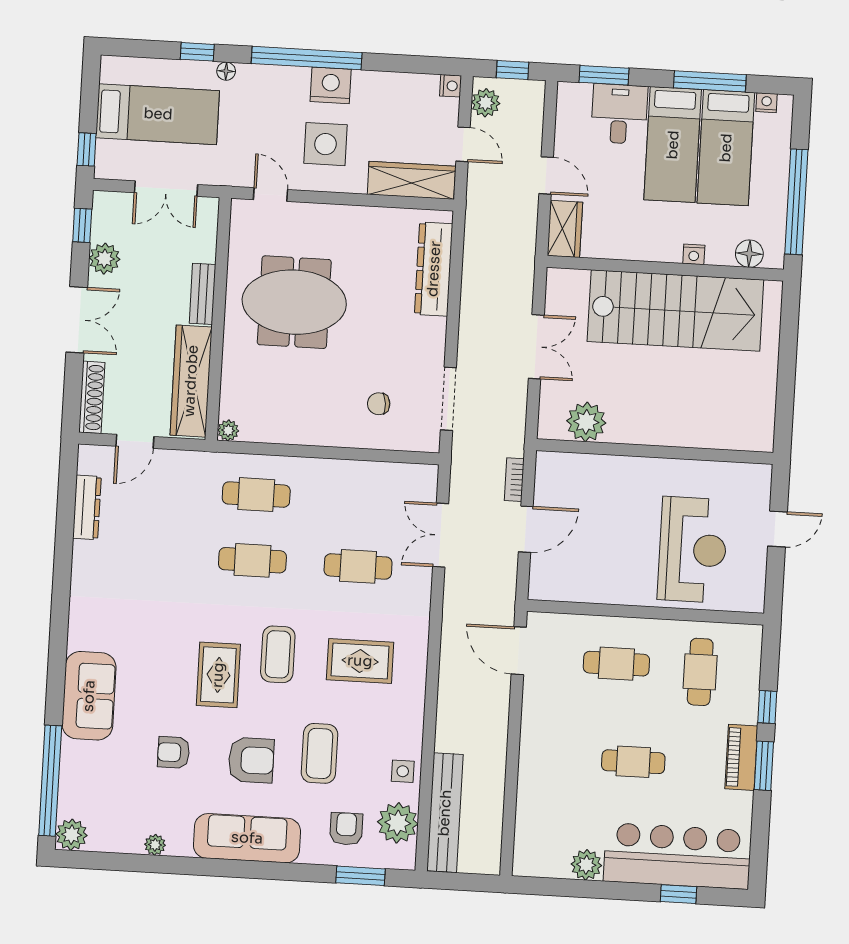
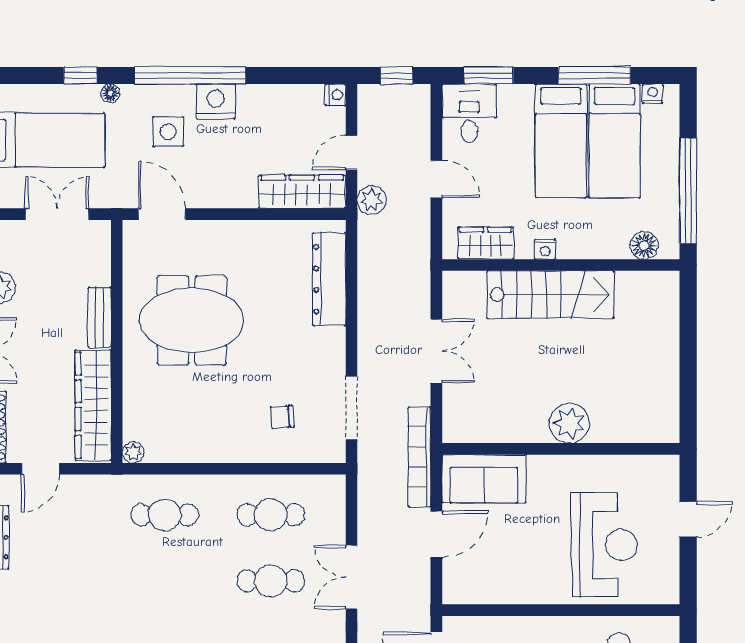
plant: (486, 103) -> (372, 200), moved
desk: (619, 114) -> (469, 113), moved
side table: (326, 144) -> (168, 132), moved, width x0.73, depth x0.73
door: (463, 144) -> (352, 153), swing flipped
double door: (166, 189) -> (57, 214), swing flipped
door: (270, 195) -> (162, 214), width x1.37
wardrobe: (565, 229) -> (486, 243), moved, turned -90
nightstand: (694, 254) -> (545, 249), moved
stairs: (675, 311) -> (550, 295), width x0.73, depth x0.66
plant: (586, 422) -> (569, 423), moved
sofa: (576, 477) -> (484, 479), added
bookcase: (514, 480) -> (419, 457), width x2.31, depth x1.31
double door: (441, 535) -> (352, 577), moved
cafe table: (252, 560) -> (271, 515), moved

